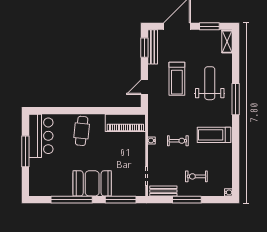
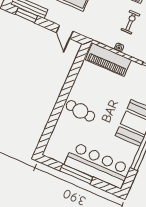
piano: (125, 123) -> (108, 60), moved, turned 90
bar counter: (41, 136) -> (98, 165), moved, width x1.36

